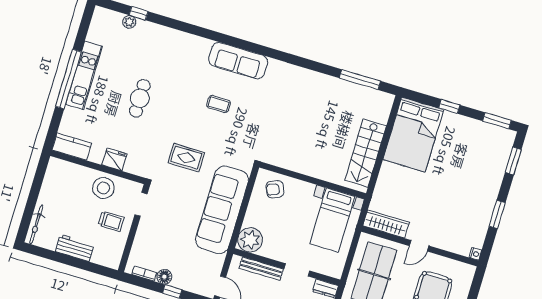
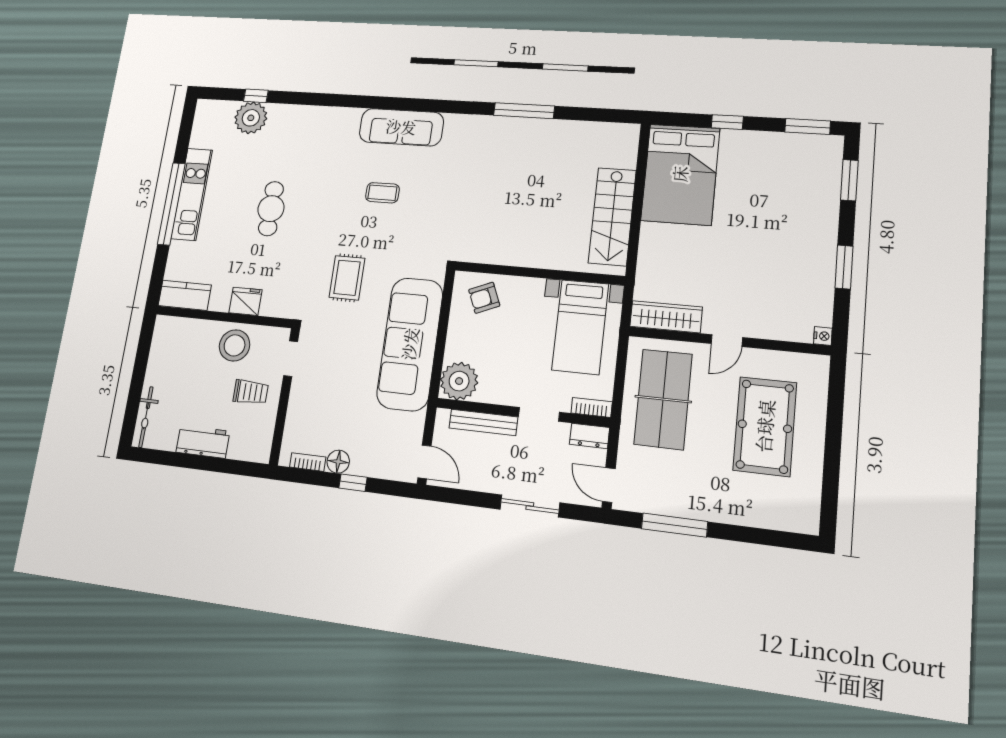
plant: (129, 22) -> (251, 118), width x1.87, depth x1.87
window: (360, 80) -> (524, 111), moved
rug: (186, 158) -> (347, 278), turned 90
bookcase: (330, 271) -> (592, 407), added

